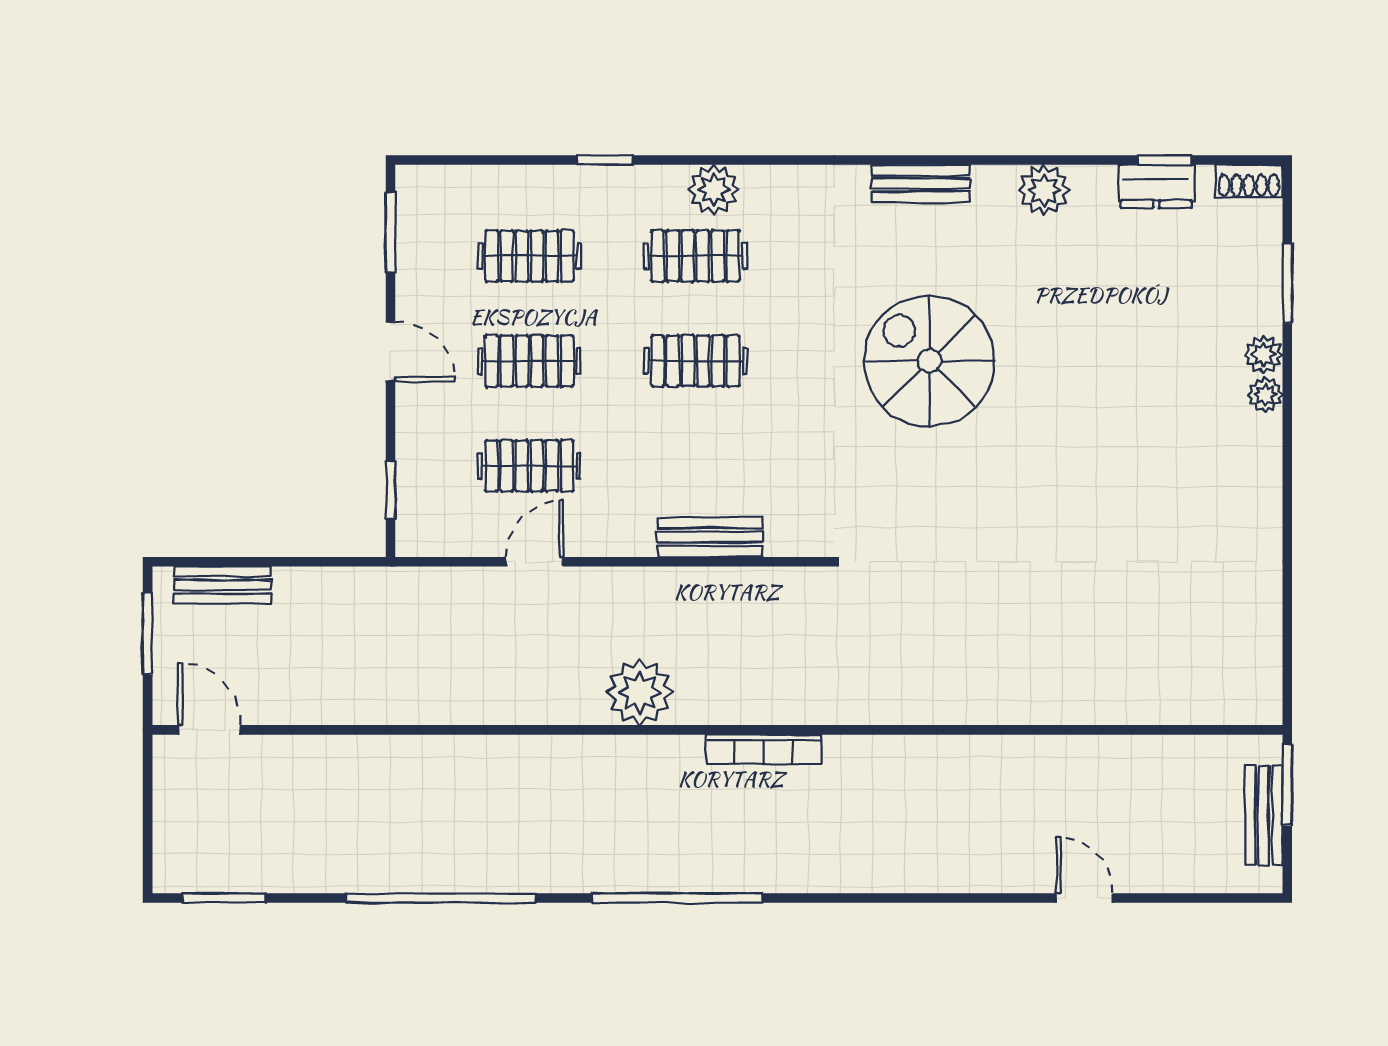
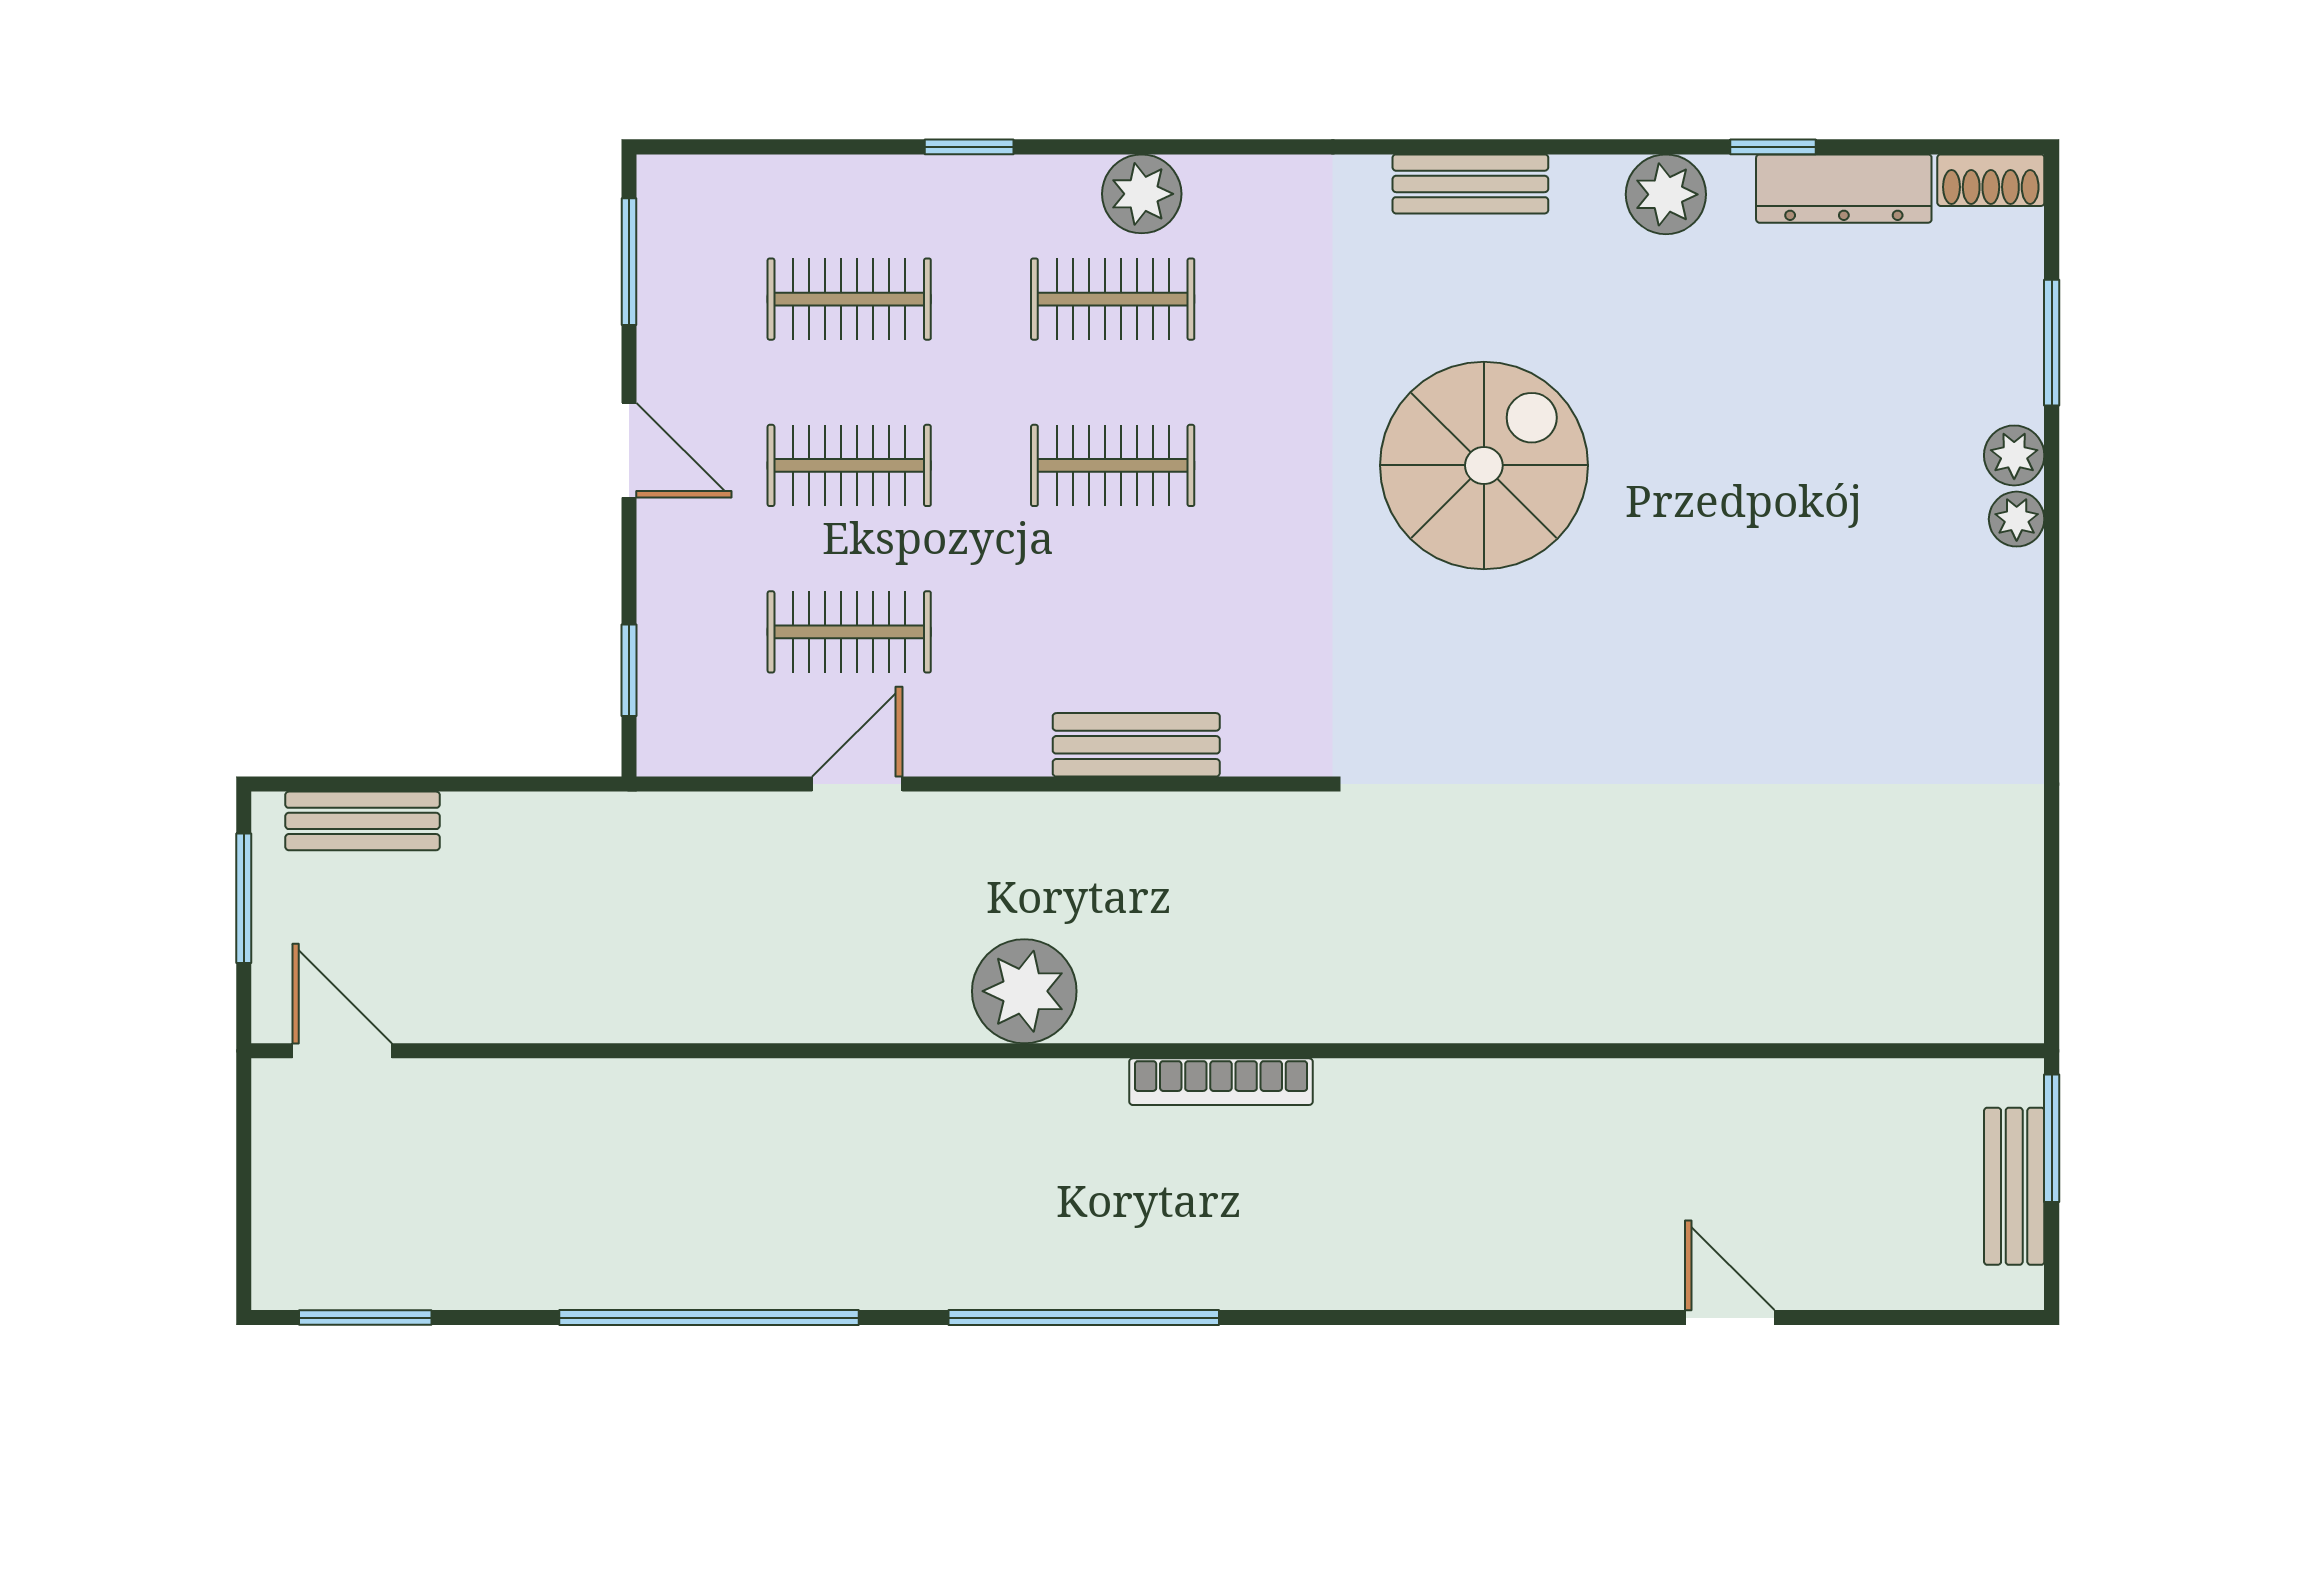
window: (1165, 160) -> (1773, 147), moved
dresser: (1156, 186) -> (1844, 189), width x1.44
spiral stairs: (929, 361) -> (1484, 465), turned 90

